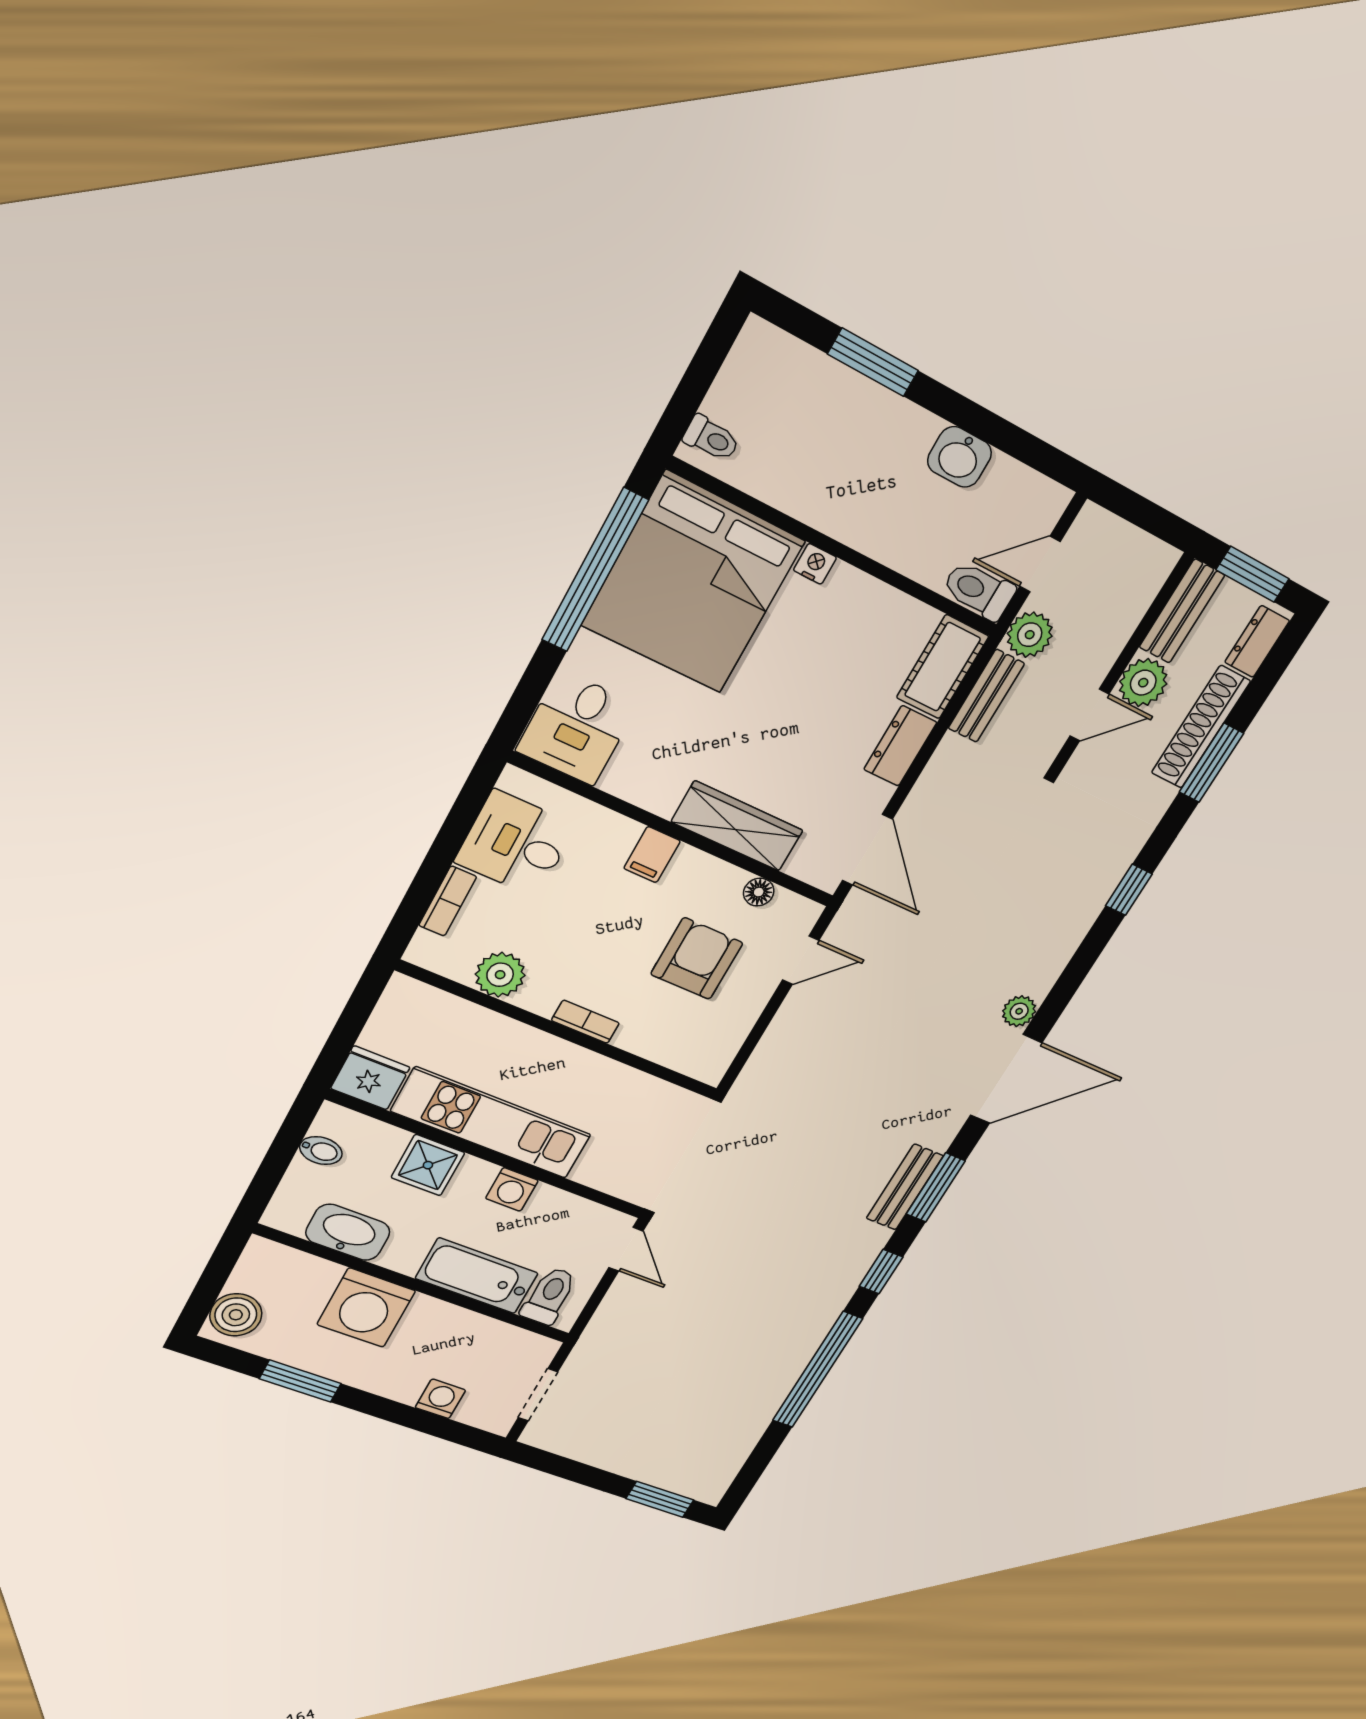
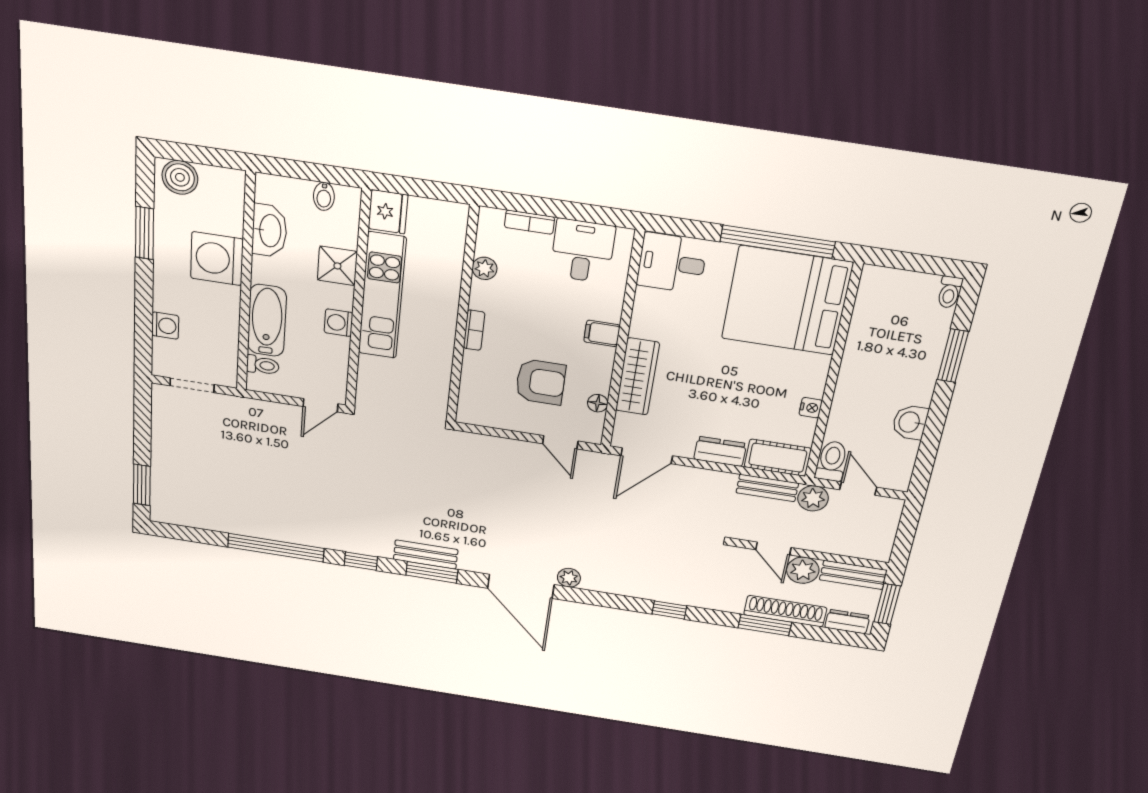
toilet: (711, 438) -> (949, 292), moved
nightstand: (815, 564) -> (811, 408), moved
plant: (500, 975) -> (485, 268), width x0.73, depth x0.73
toilet: (549, 1296) -> (263, 365), width x0.73, depth x0.72

